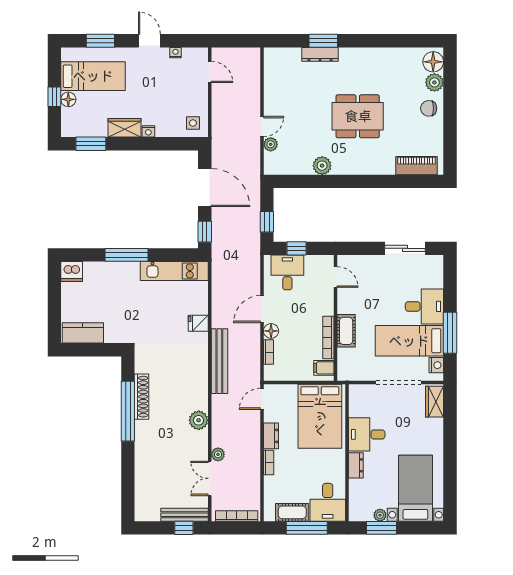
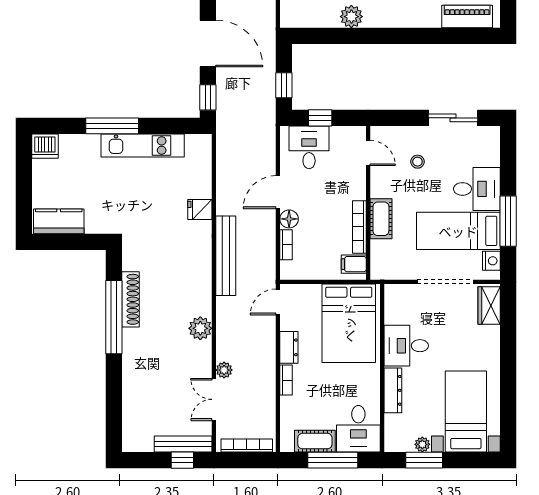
kitchen unit: (174, 271) -> (143, 146), moved
stool: (376, 284) -> (417, 162), added
dresser: (356, 465) -> (393, 390), width x1.44

